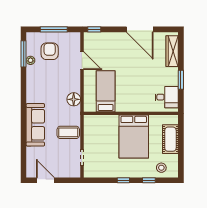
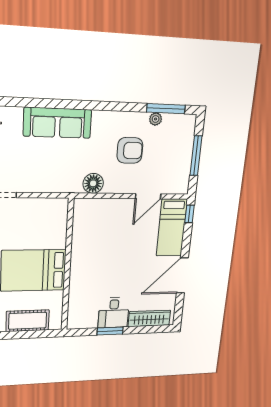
armchair: (50, 51) -> (130, 150), moved
bed: (106, 91) -> (172, 228), moved, turned 90
desk: (167, 97) -> (114, 313), moved
coffee table: (68, 132) -> (43, 174), removed

